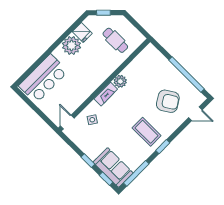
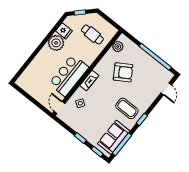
bar counter: (43, 79) -> (69, 75), moved, turned 180
plant: (120, 81) -> (118, 47), moved
armchair: (168, 101) -> (123, 72), moved
door: (195, 114) -> (166, 89), hinge flipped
sofa: (113, 167) -> (114, 137), moved, turned -90

